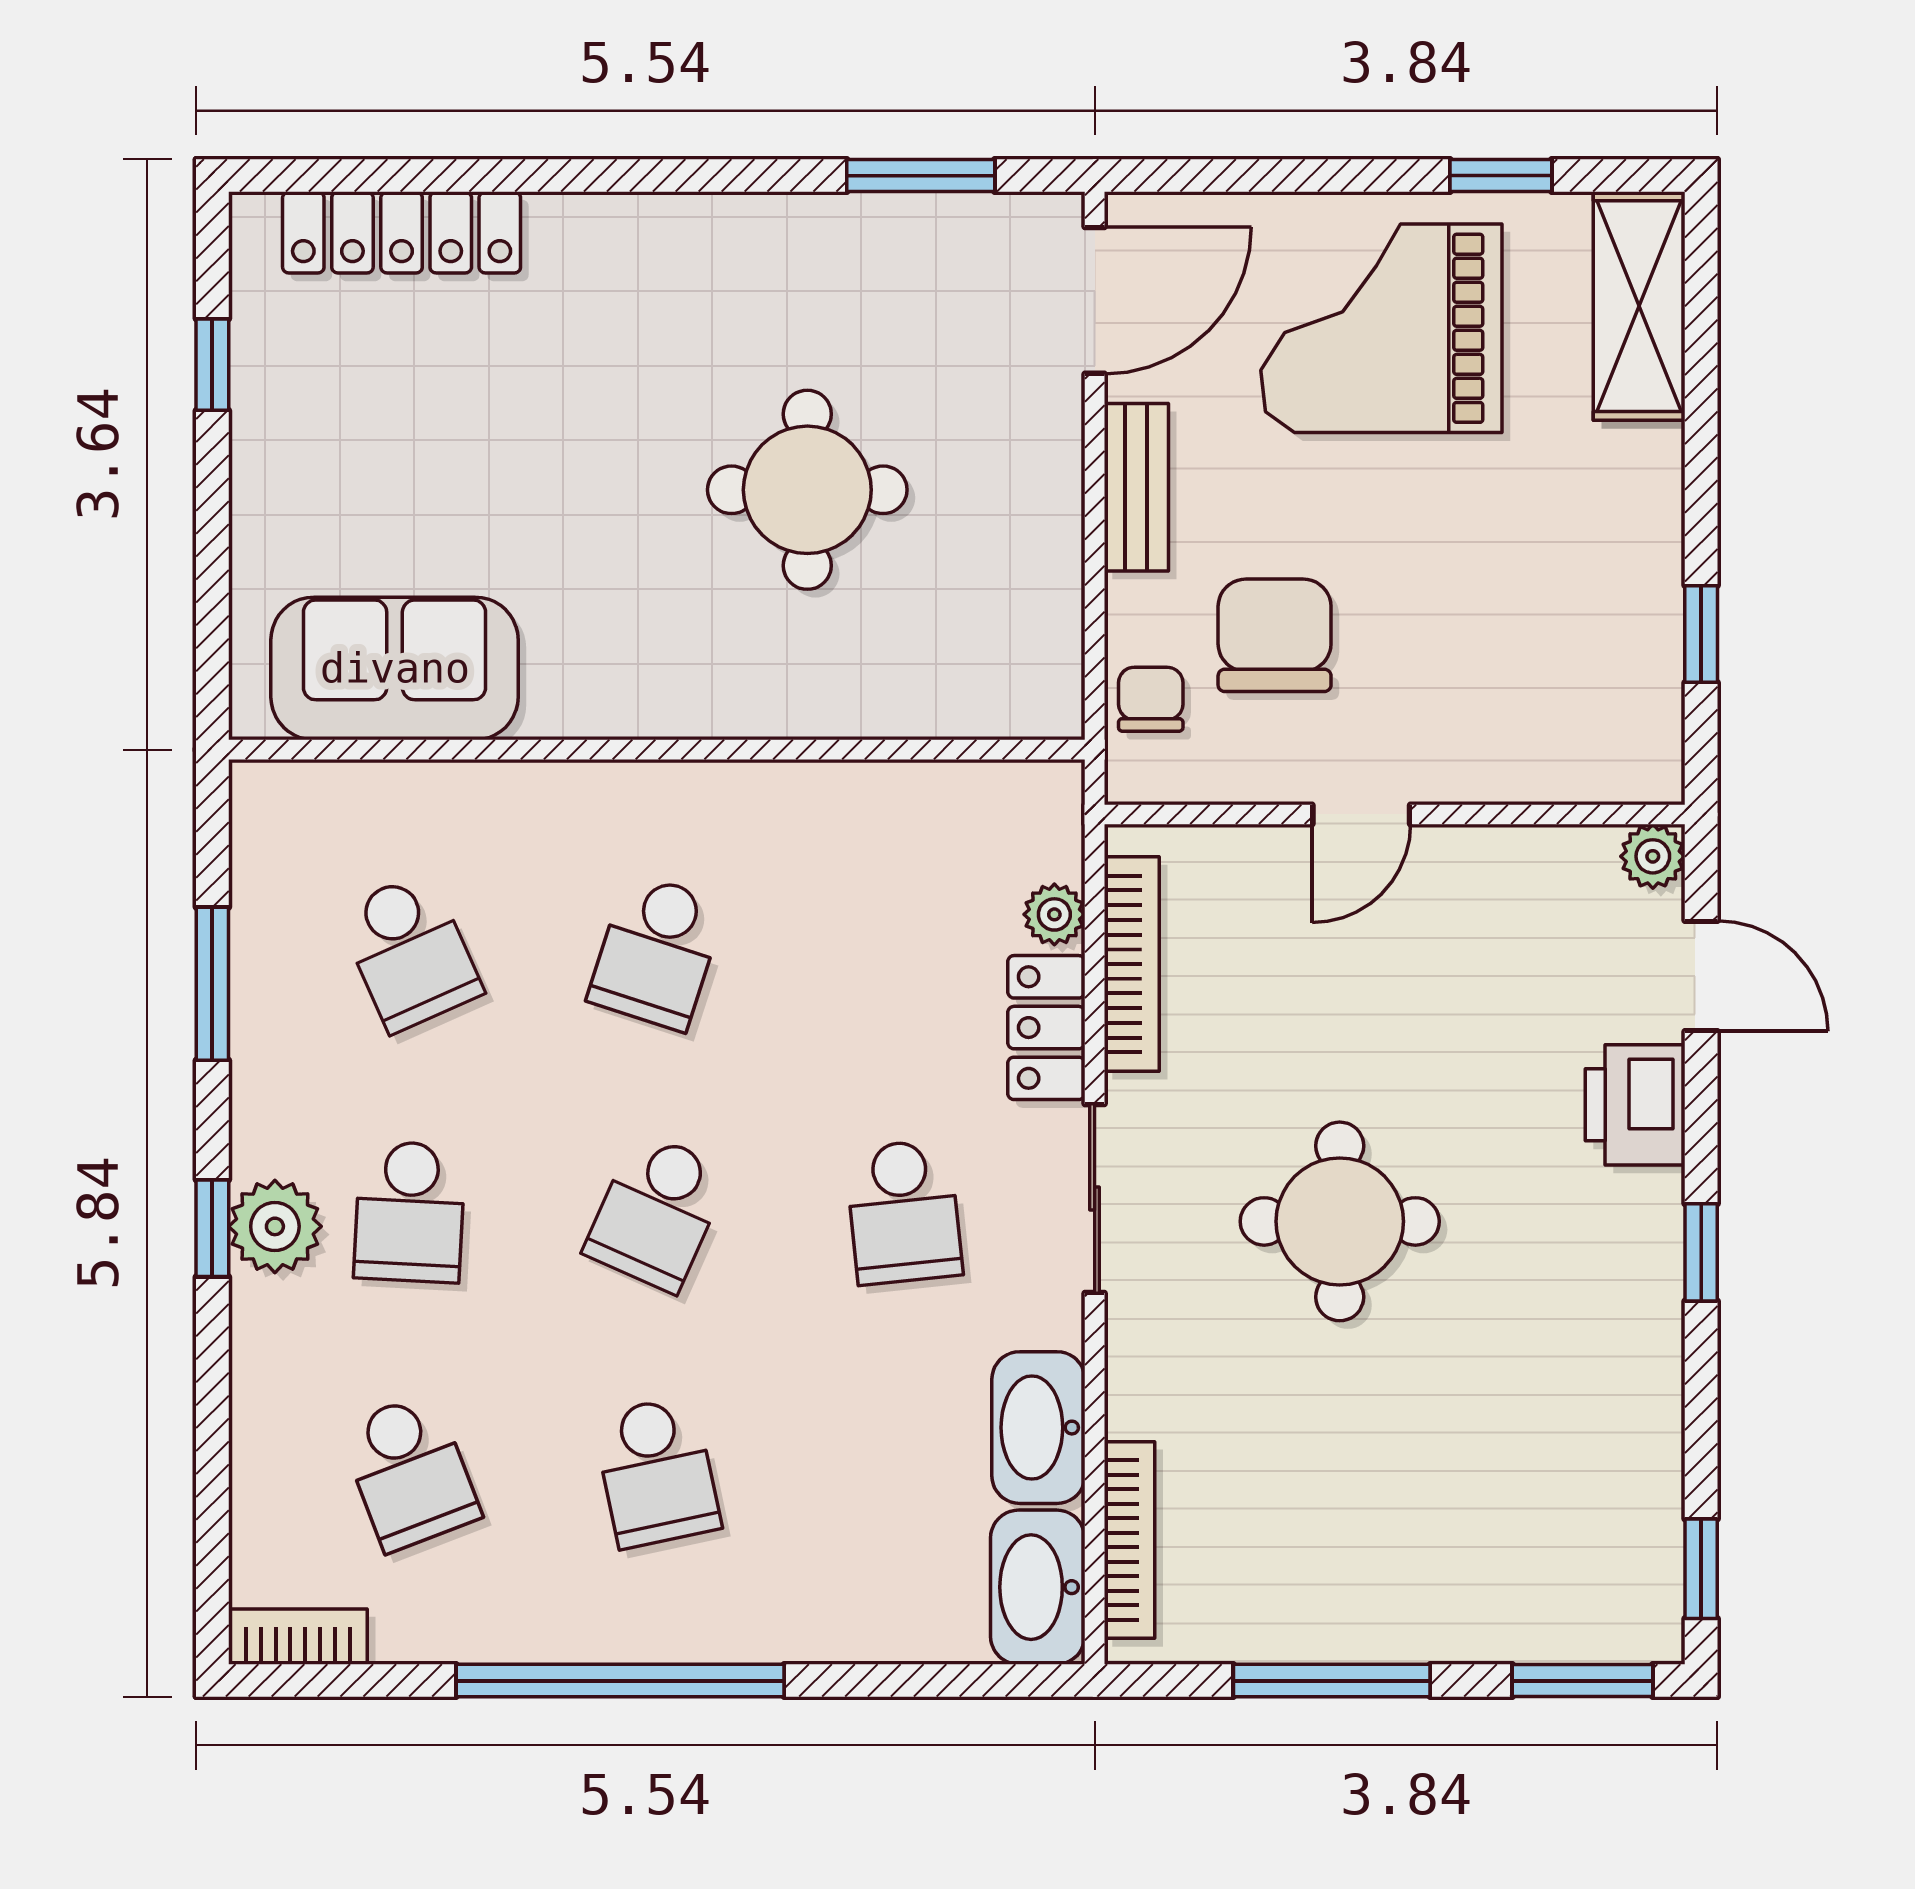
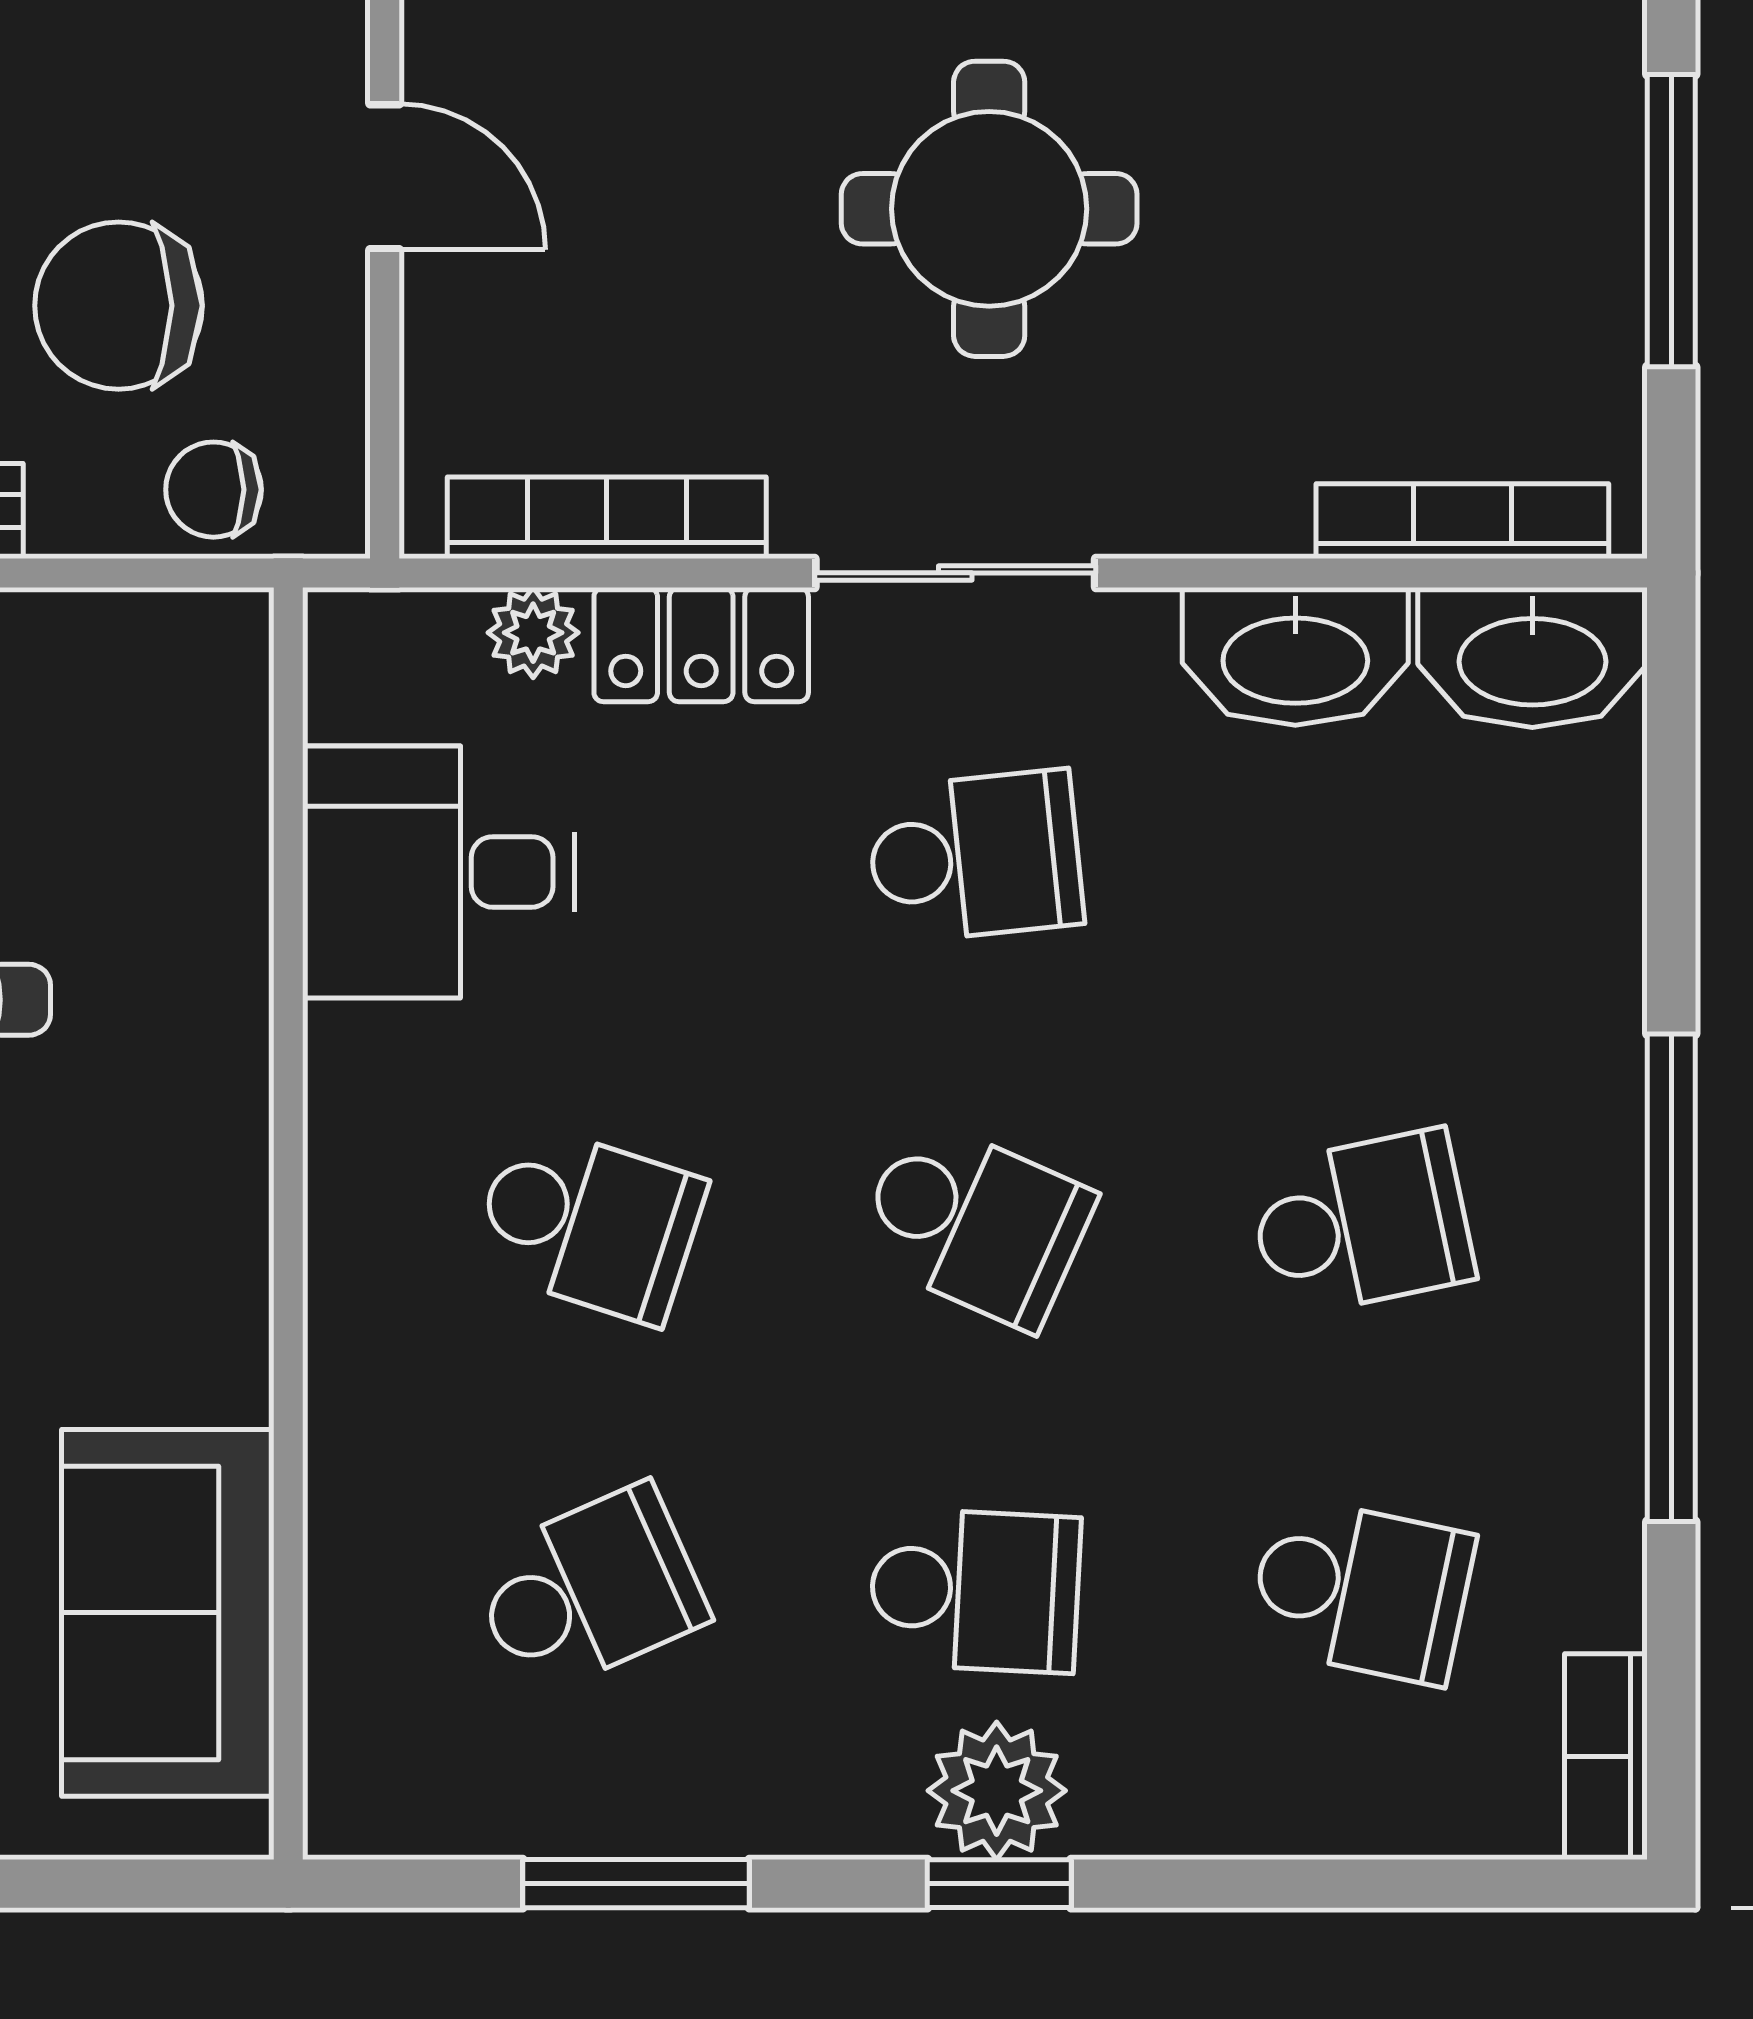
desk: (893, 851) -> (439, 872), added
school desk: (410, 1472) -> (1361, 1590), turned 33

